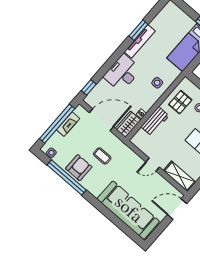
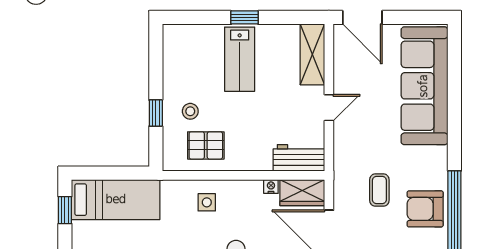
workbench: (155, 121) -> (299, 158), moved
door: (153, 164) -> (329, 108), hinge flipped

